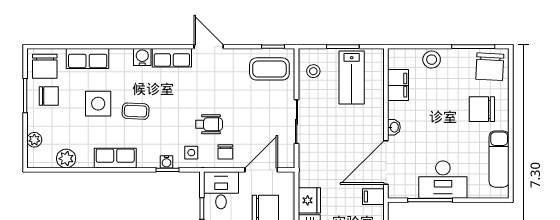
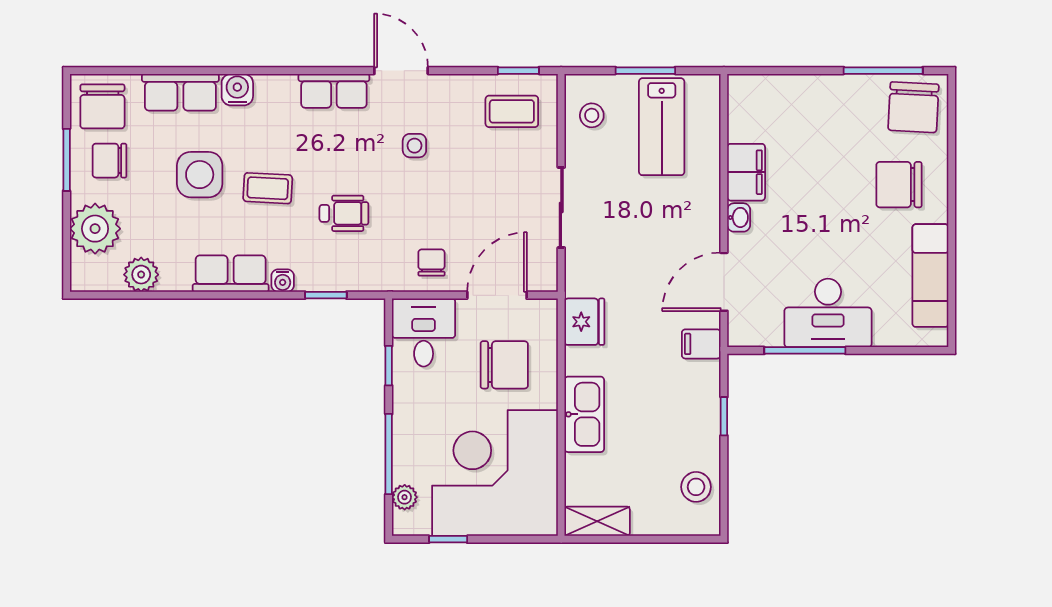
water cooler: (142, 57) -> (237, 90), moved
stool: (432, 60) -> (807, 94), removed
coffee table: (269, 69) -> (512, 111), width x0.73, depth x0.77
filing cabinet: (398, 85) -> (746, 172), moved
chair: (49, 96) -> (109, 161), turned 180
wheelchair: (209, 124) -> (344, 213), moved
plant: (34, 140) -> (95, 229), width x1.88, depth x1.88
chair: (225, 152) -> (431, 263), turned 180
side table: (191, 153) -> (414, 146), moved
water cooler: (166, 162) -> (283, 281), moved
door: (386, 162) -> (724, 282), width x0.73
fridge: (309, 200) -> (584, 322), moved

